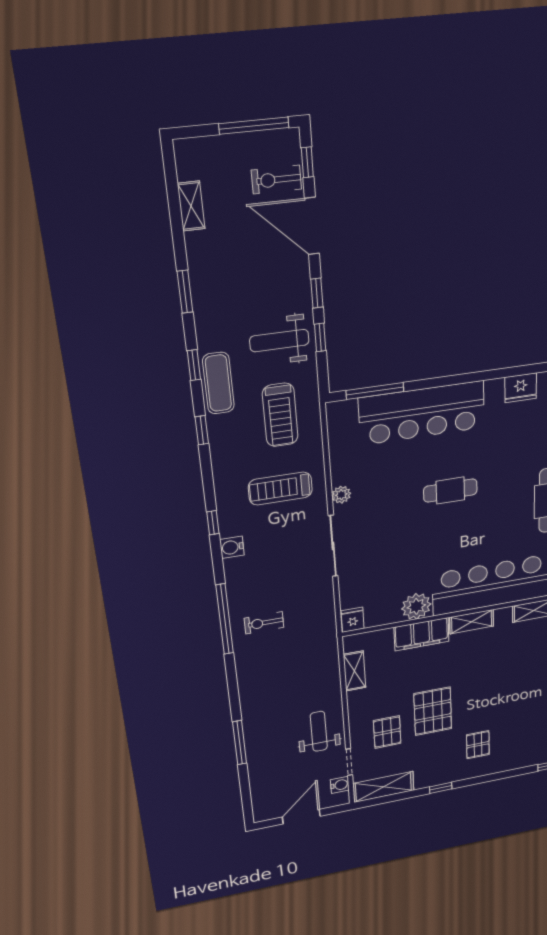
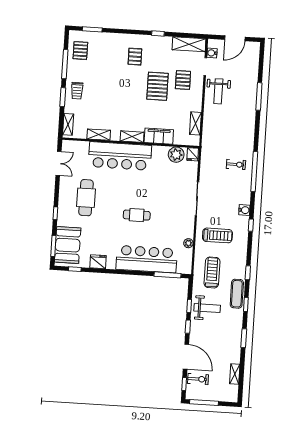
plant: (341, 495) -> (188, 243), moved
plant: (416, 606) -> (176, 155), moved

